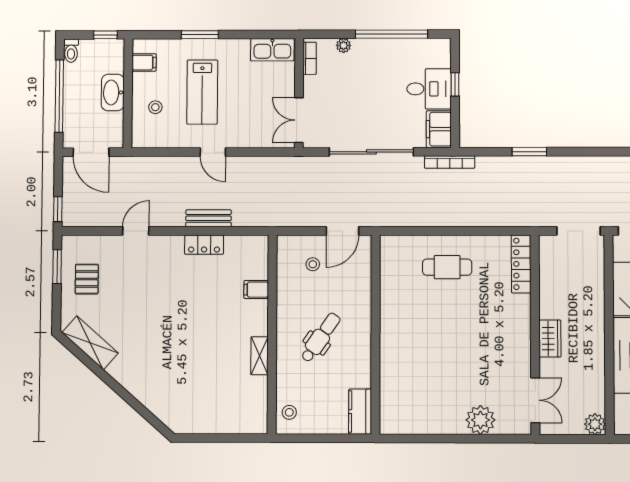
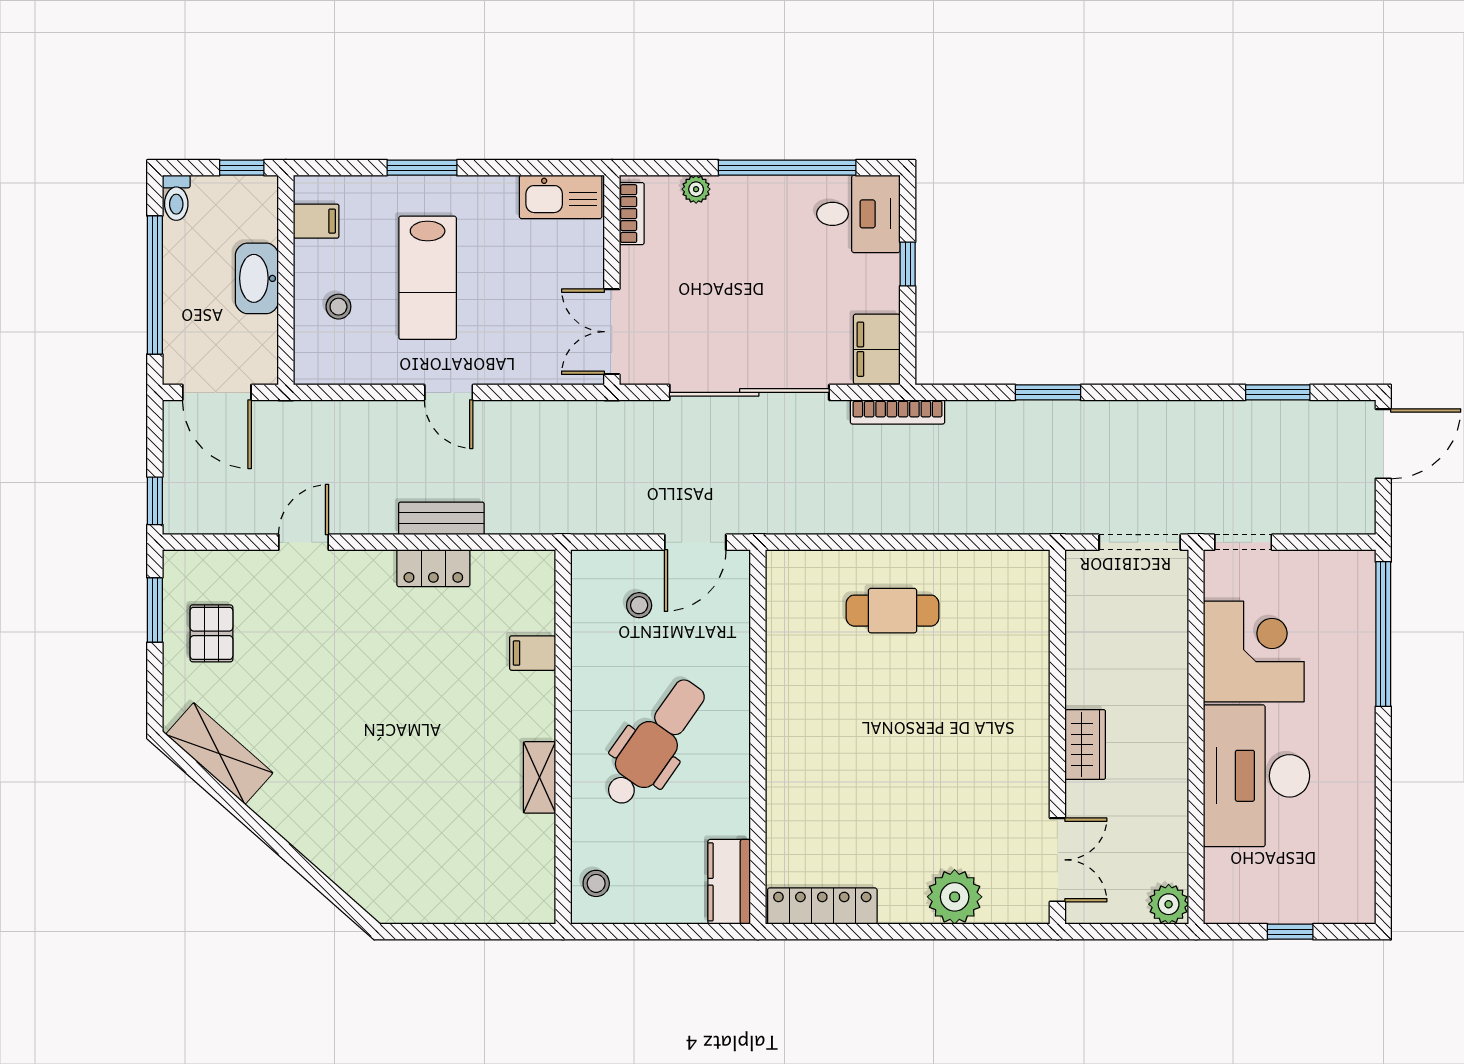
desk: (429, 89) -> (858, 214), moved
locker: (521, 264) -> (822, 906), moved, turned 90
dental chair: (321, 337) -> (654, 743), width x1.36, depth x1.38

